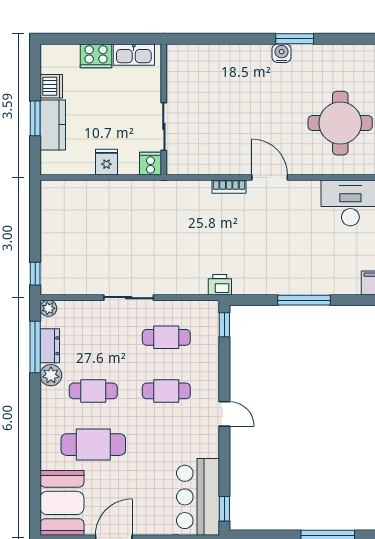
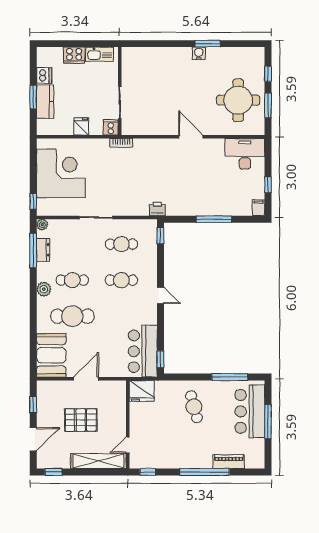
bookcase: (229, 187) -> (121, 143), moved
corner desk: (76, 232) -> (61, 173), added
plant: (51, 375) -> (44, 289), moved

